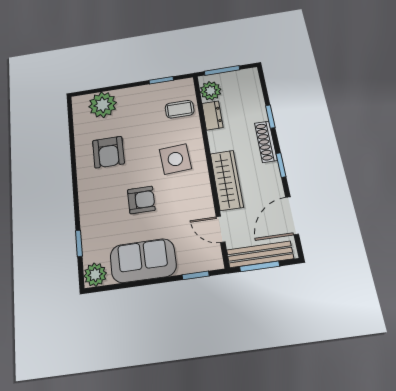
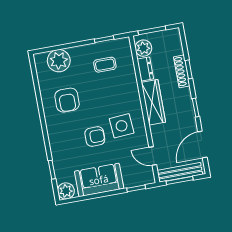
coffee table: (180, 109) -> (105, 65), moved
shoe rack: (266, 142) -> (182, 71), moved
side table: (175, 159) -> (122, 126), moved
wardrobe: (227, 180) -> (153, 102), moved

